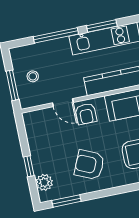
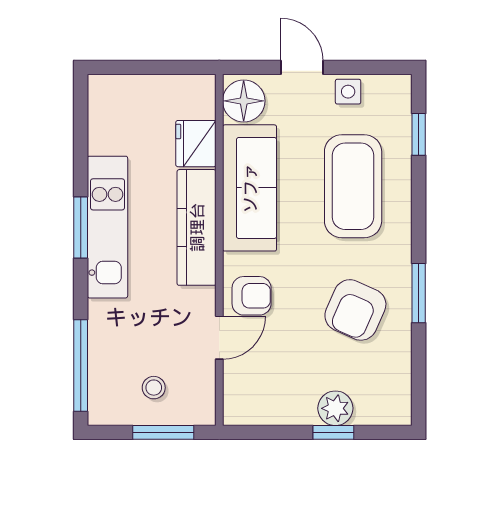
window: (56, 35) -> (81, 366), moved
plant: (44, 182) -> (335, 408), moved
window: (66, 201) -> (419, 293), moved

